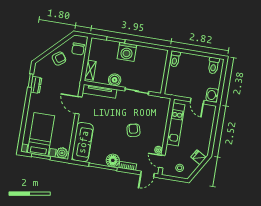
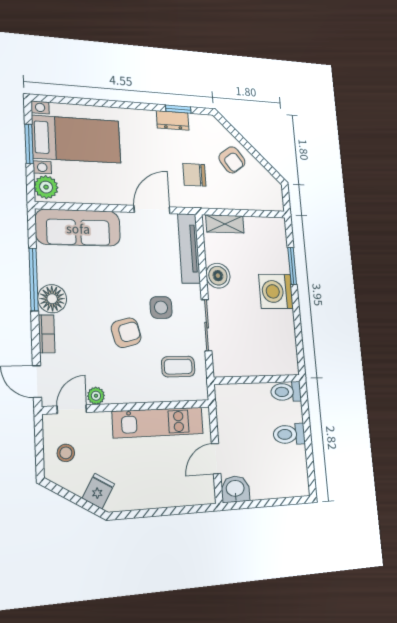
chair: (78, 49) -> (194, 175), moved
toilet: (213, 66) -> (289, 434), moved
coffee table: (153, 109) -> (178, 367), added
side table: (125, 111) -> (161, 308), added

